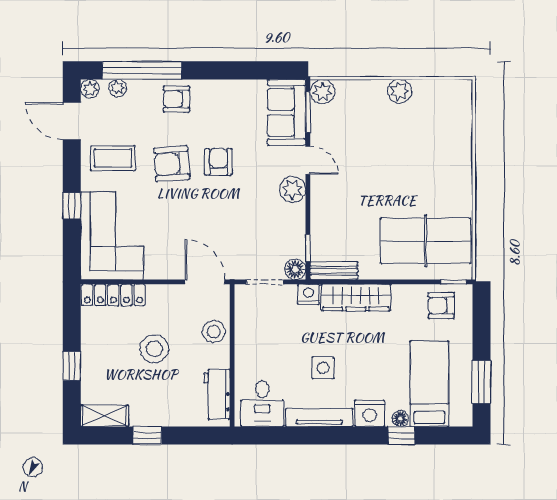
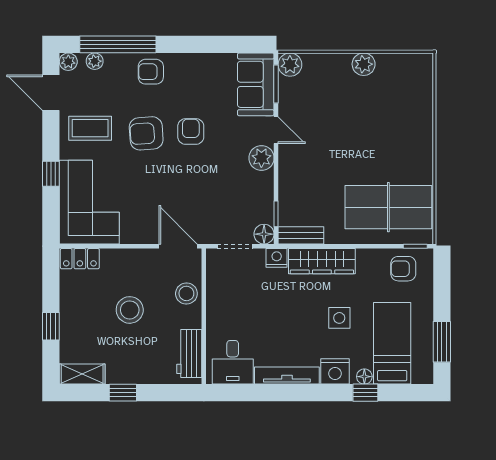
locker: (113, 295) -> (80, 259), width x0.66
side table: (323, 368) -> (339, 318), moved

